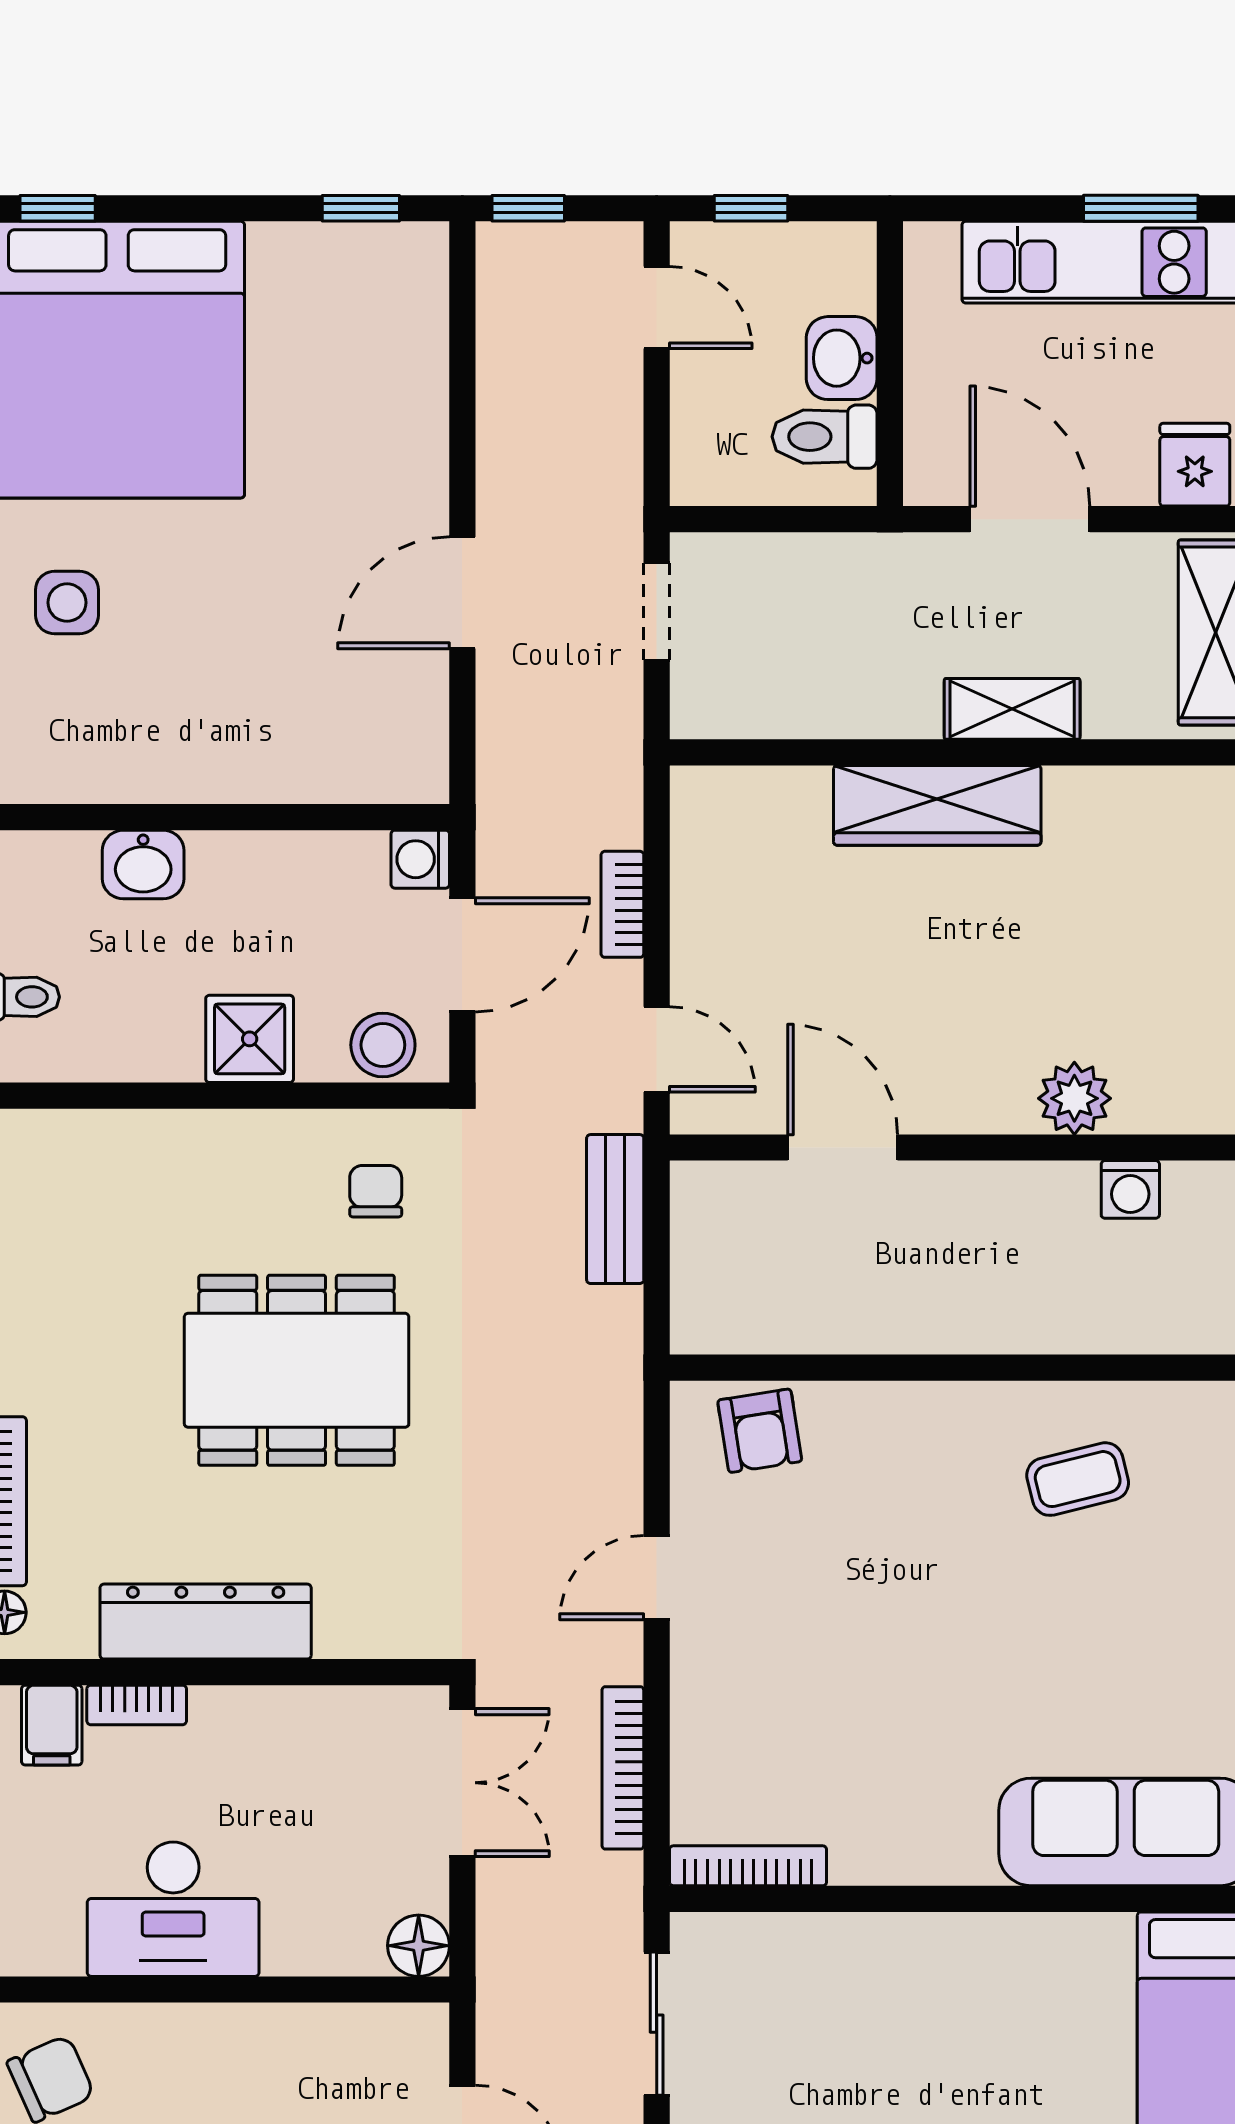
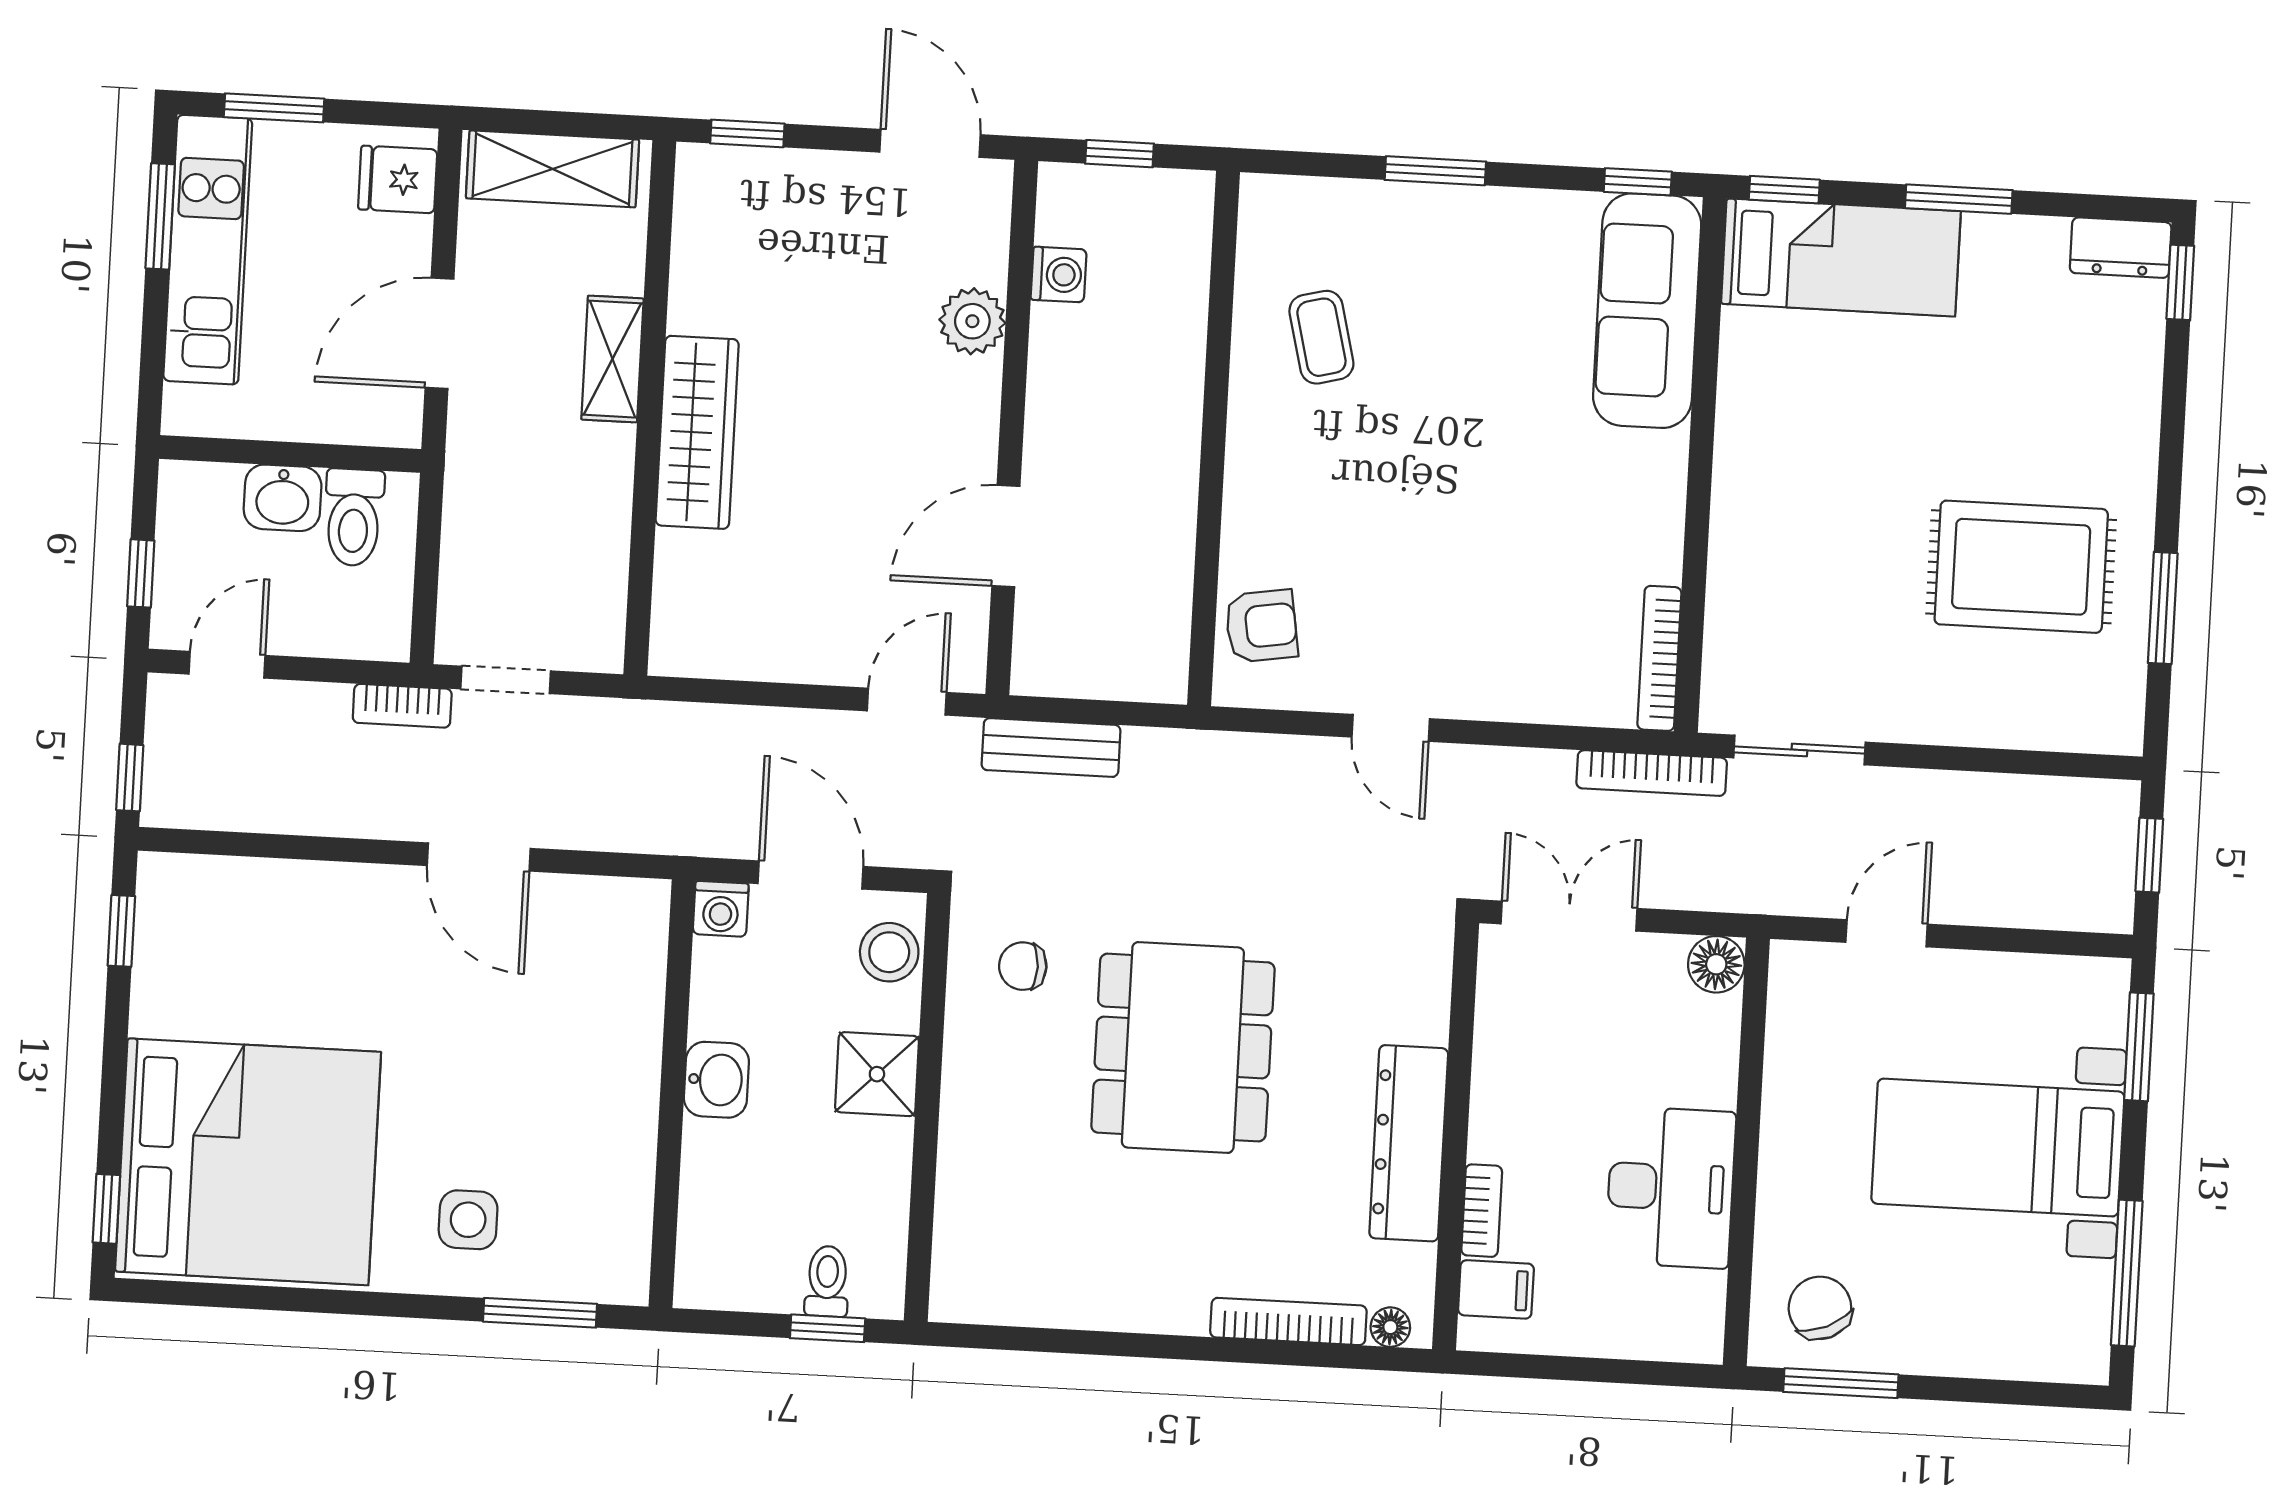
washbasin: (143, 865) -> (716, 1080), moved
bookcase: (622, 904) -> (402, 706), moved
bookcase: (623, 1768) -> (1652, 773), moved

